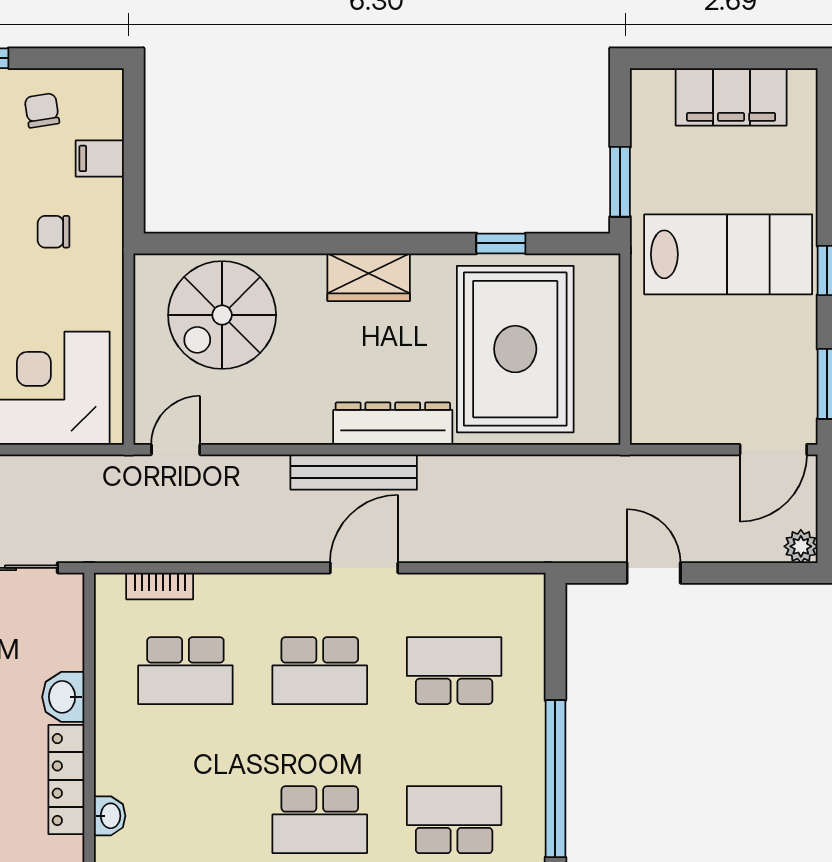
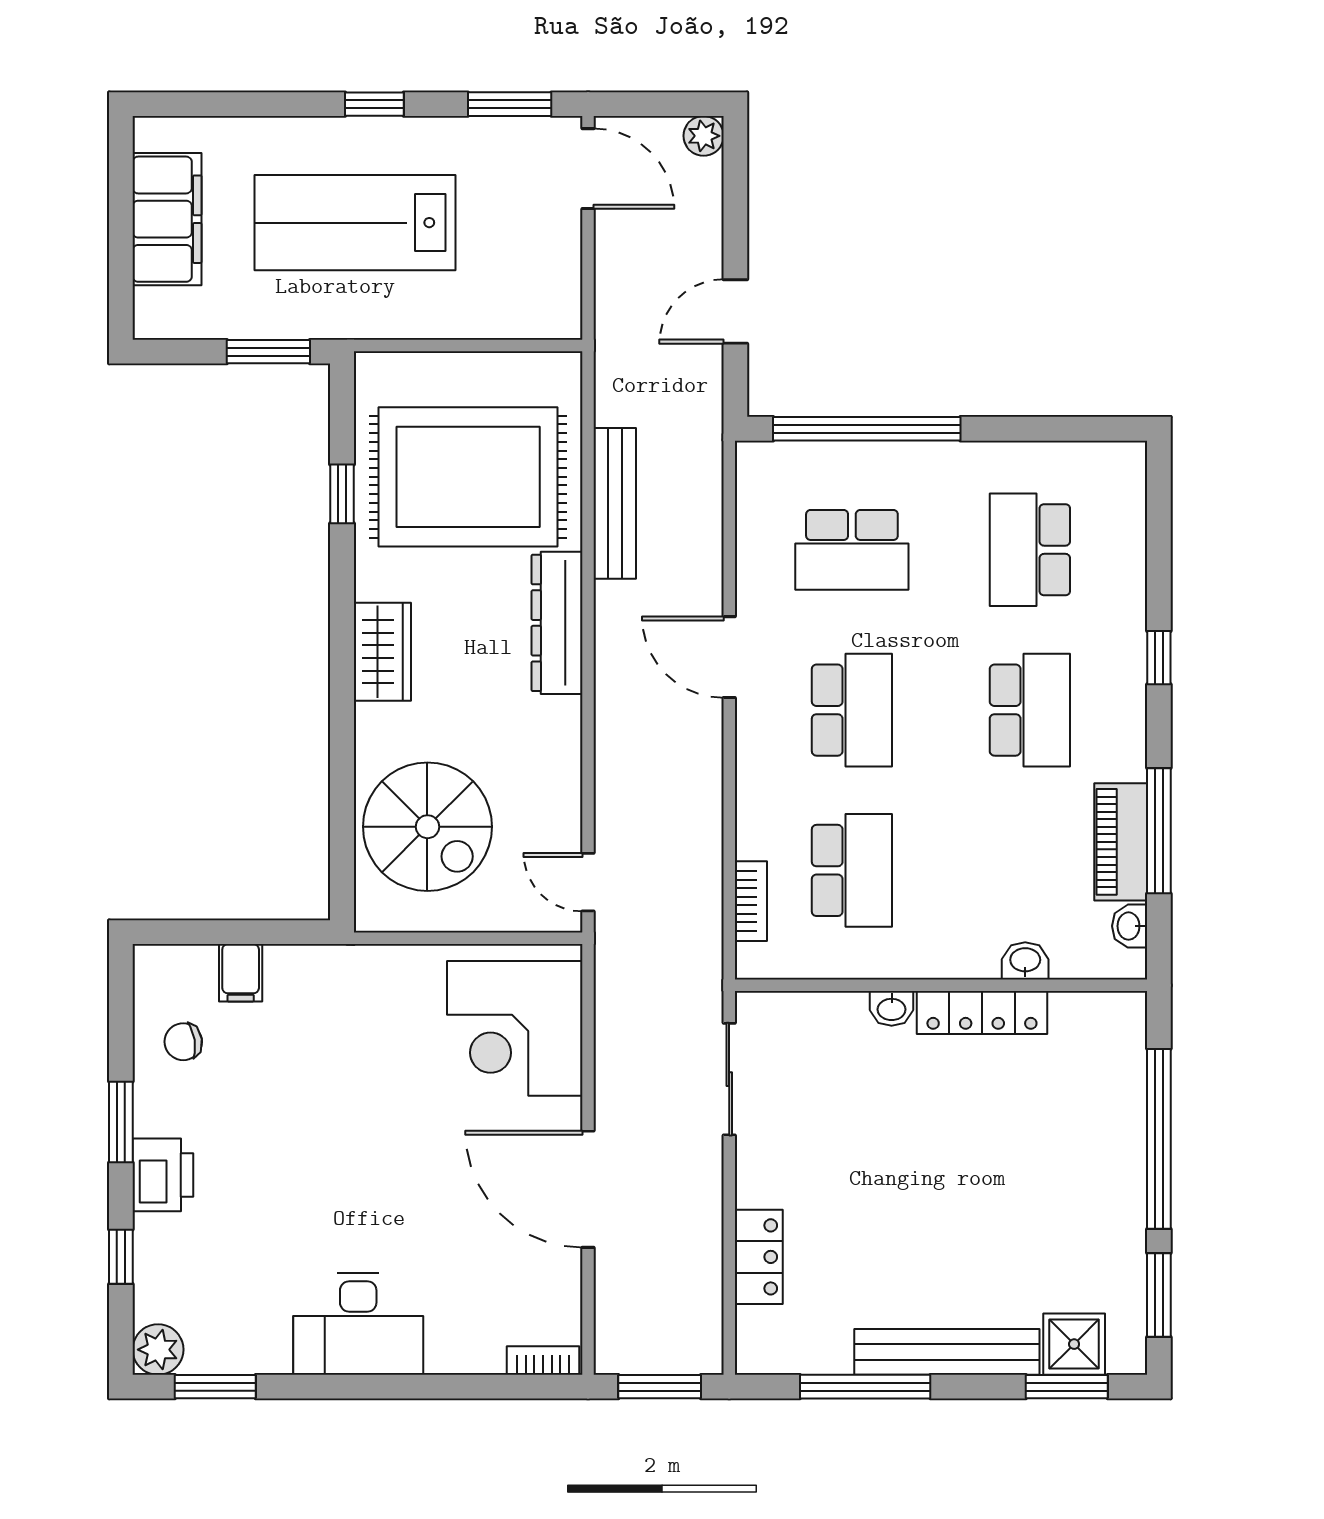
chair: (54, 232) -> (328, 1028), removed
lab bench: (728, 254) -> (355, 223), turned -90
bench: (354, 472) -> (615, 503), moved
school desk: (454, 671) -> (852, 550), turned -90
washbasin: (63, 697) -> (892, 1008), width x0.72, depth x0.69
window: (555, 779) -> (867, 429), moved

